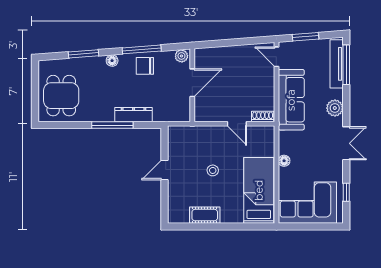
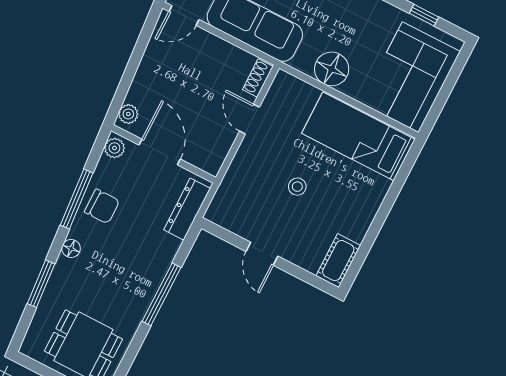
plant: (205, 54) -> (128, 114), added
chair: (145, 66) -> (102, 206), turned -90
dresser: (134, 115) -> (187, 209), moved
door: (237, 124) -> (249, 119), swing flipped
floor lamp: (284, 161) -> (332, 69), width x1.89, depth x1.89
cot: (205, 215) -> (338, 261), moved

